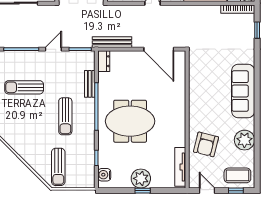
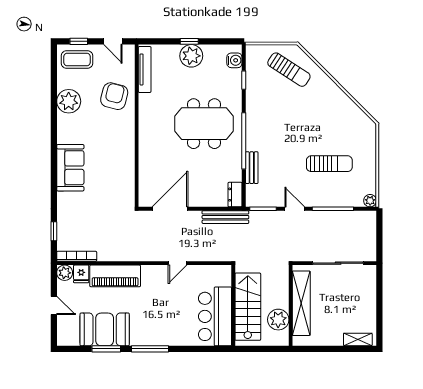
door: (53, 49) -> (295, 209), swing flipped
door: (159, 49) -> (170, 209), hinge flipped
sofa: (243, 91) -> (70, 168), width x0.73
sun lounger: (65, 116) -> (281, 129), removed
sun lounger: (58, 167) -> (289, 70), turned 123

